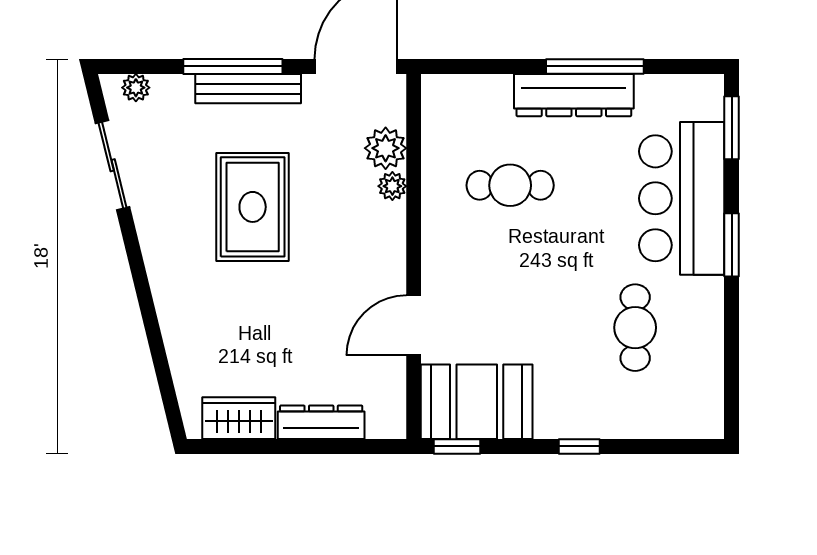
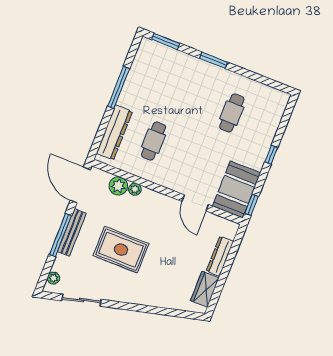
dresser: (574, 95) -> (114, 132), moved
bar counter: (682, 198) -> (186, 73), removed
cafe table: (635, 328) -> (232, 113), turned 90

